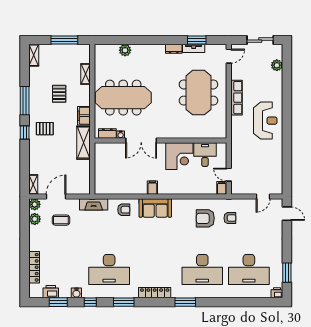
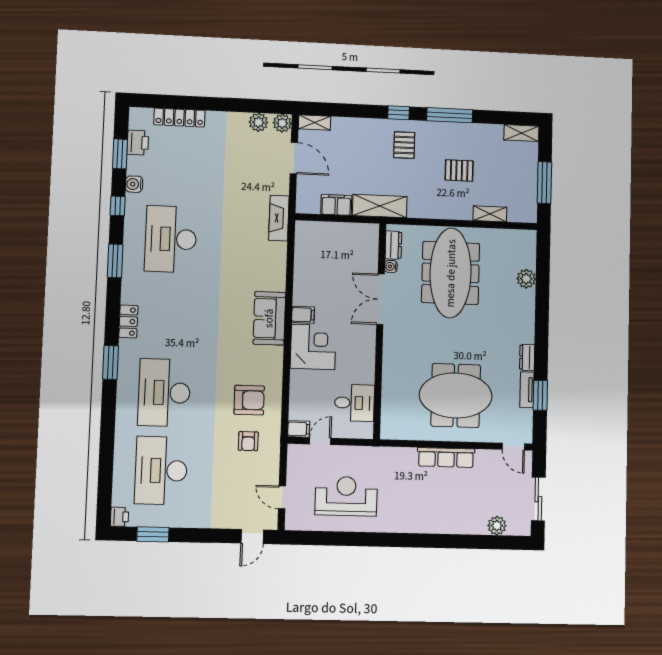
filing cabinet: (84, 116) -> (336, 205), moved
reception desk: (265, 121) -> (346, 496), moved, turned 180
corner desk: (179, 156) -> (313, 347), moved, turned 180
armchair: (124, 210) -> (268, 267), removed
armchair: (205, 218) -> (249, 400), turned 90
coffee table: (61, 220) -> (255, 164), removed
locker: (155, 293) -> (128, 322), width x0.66

